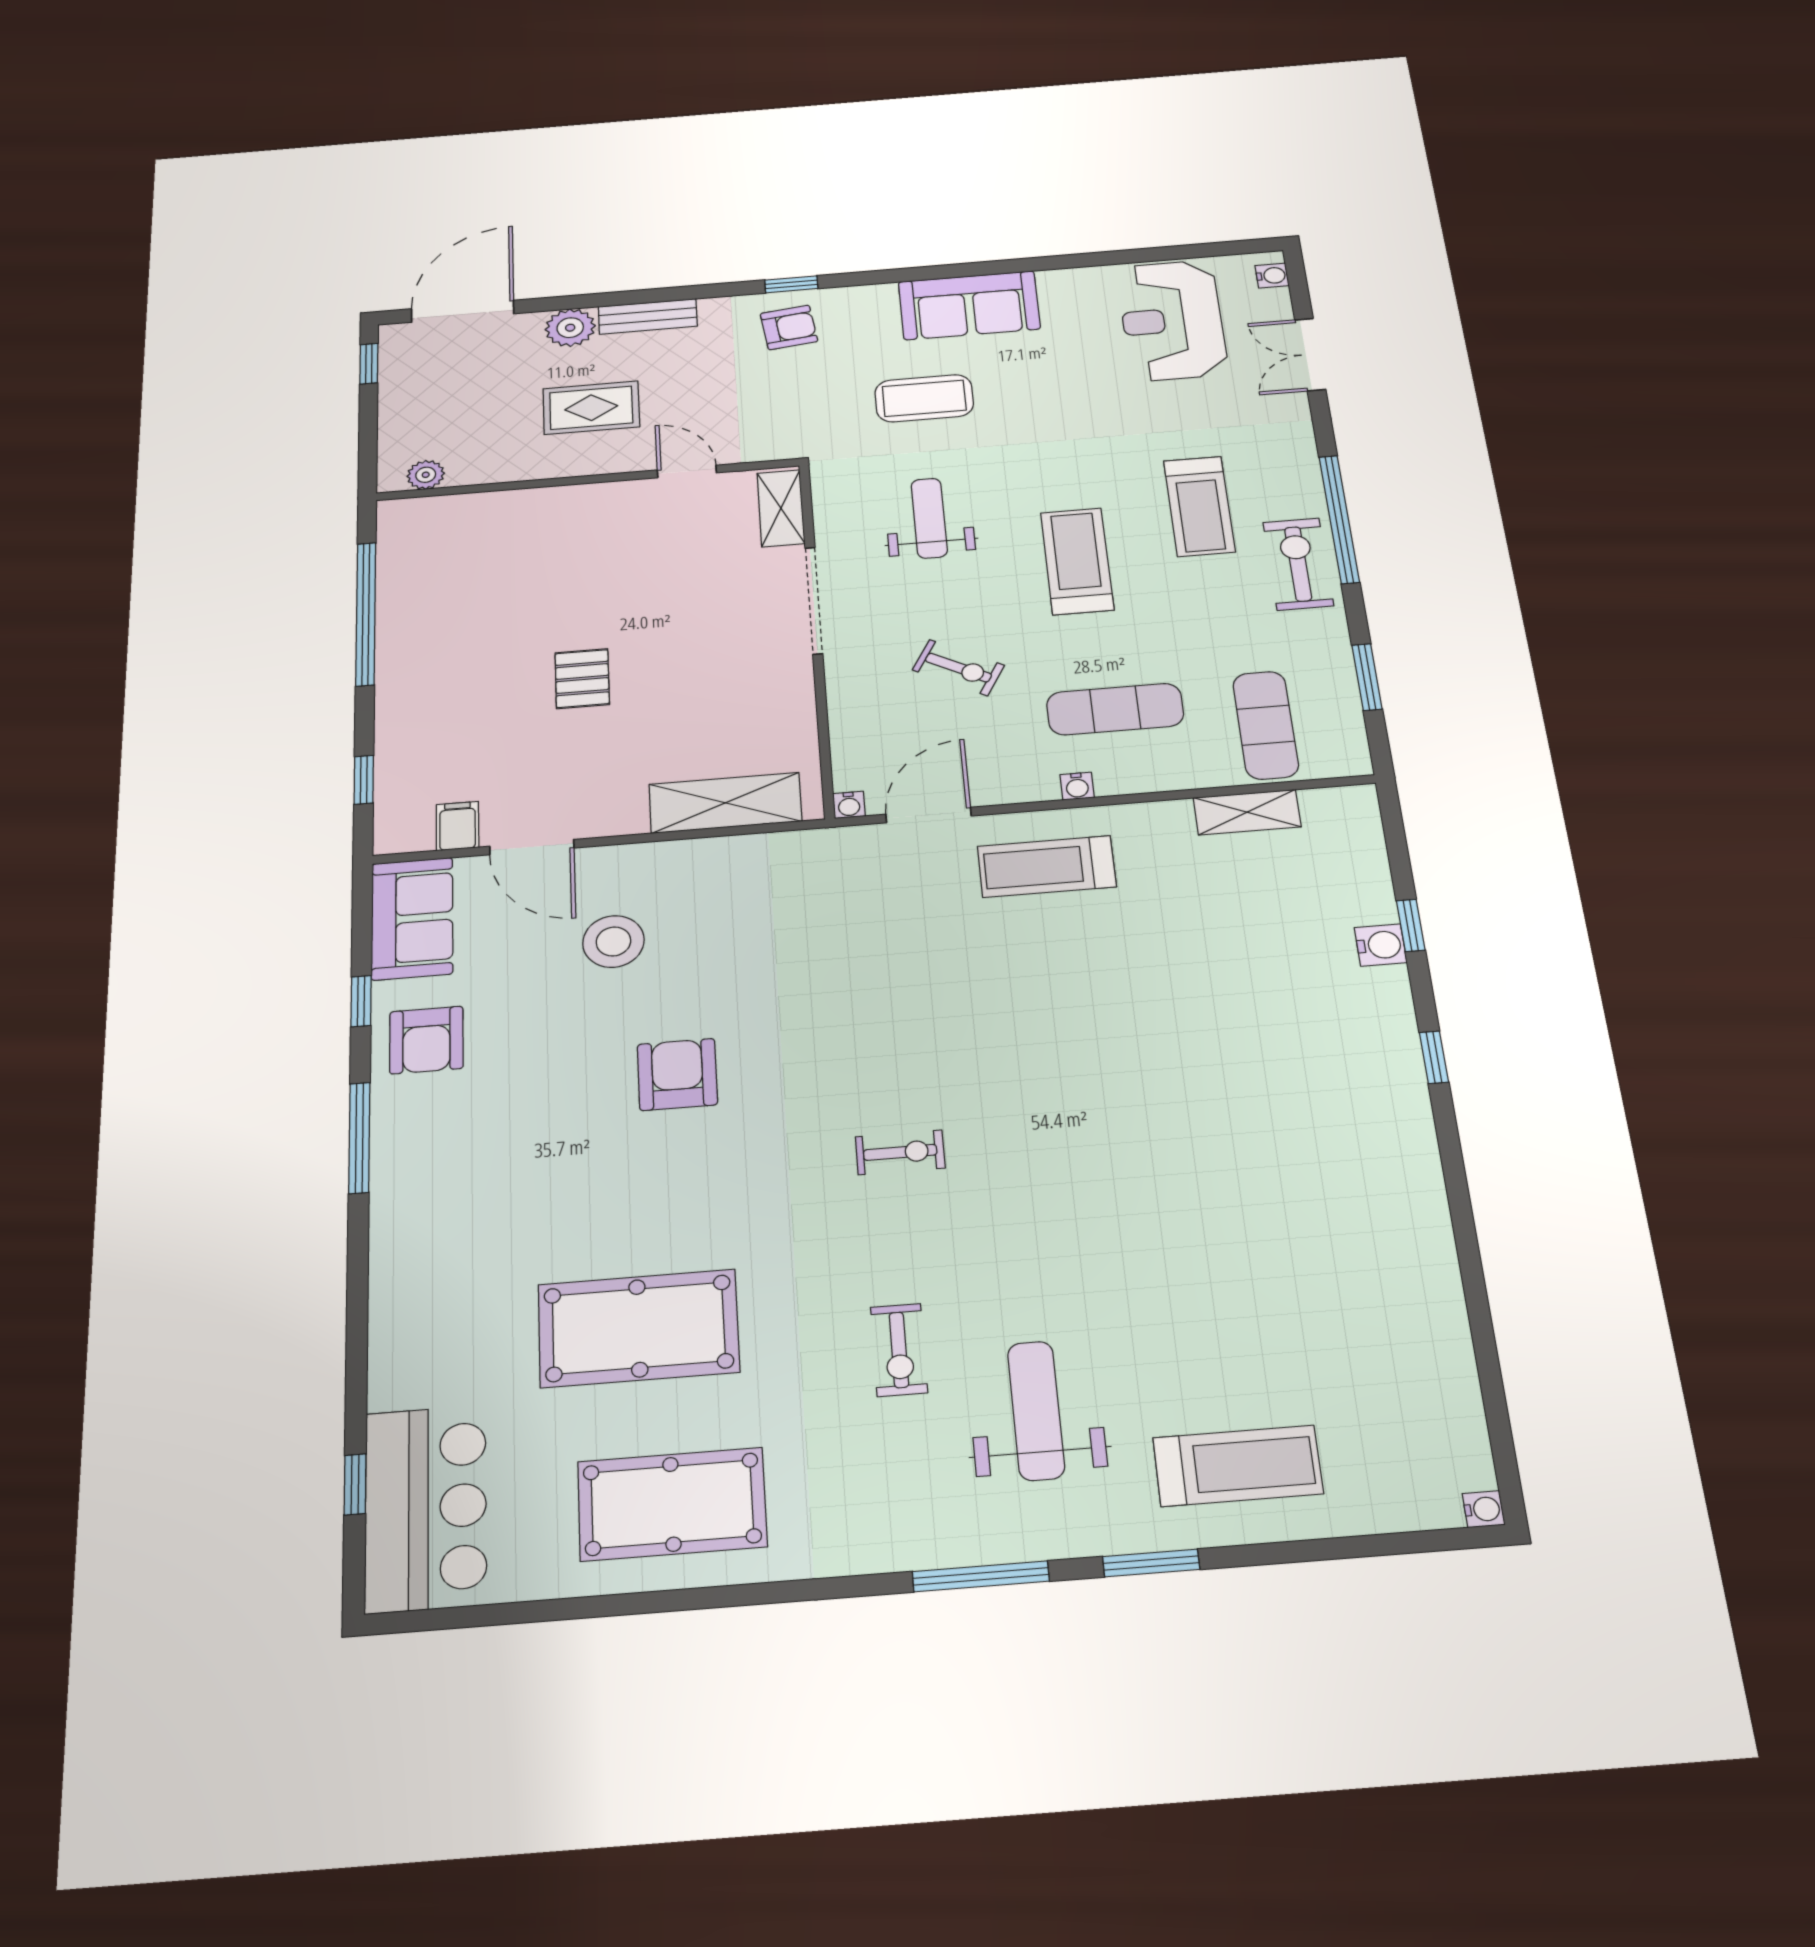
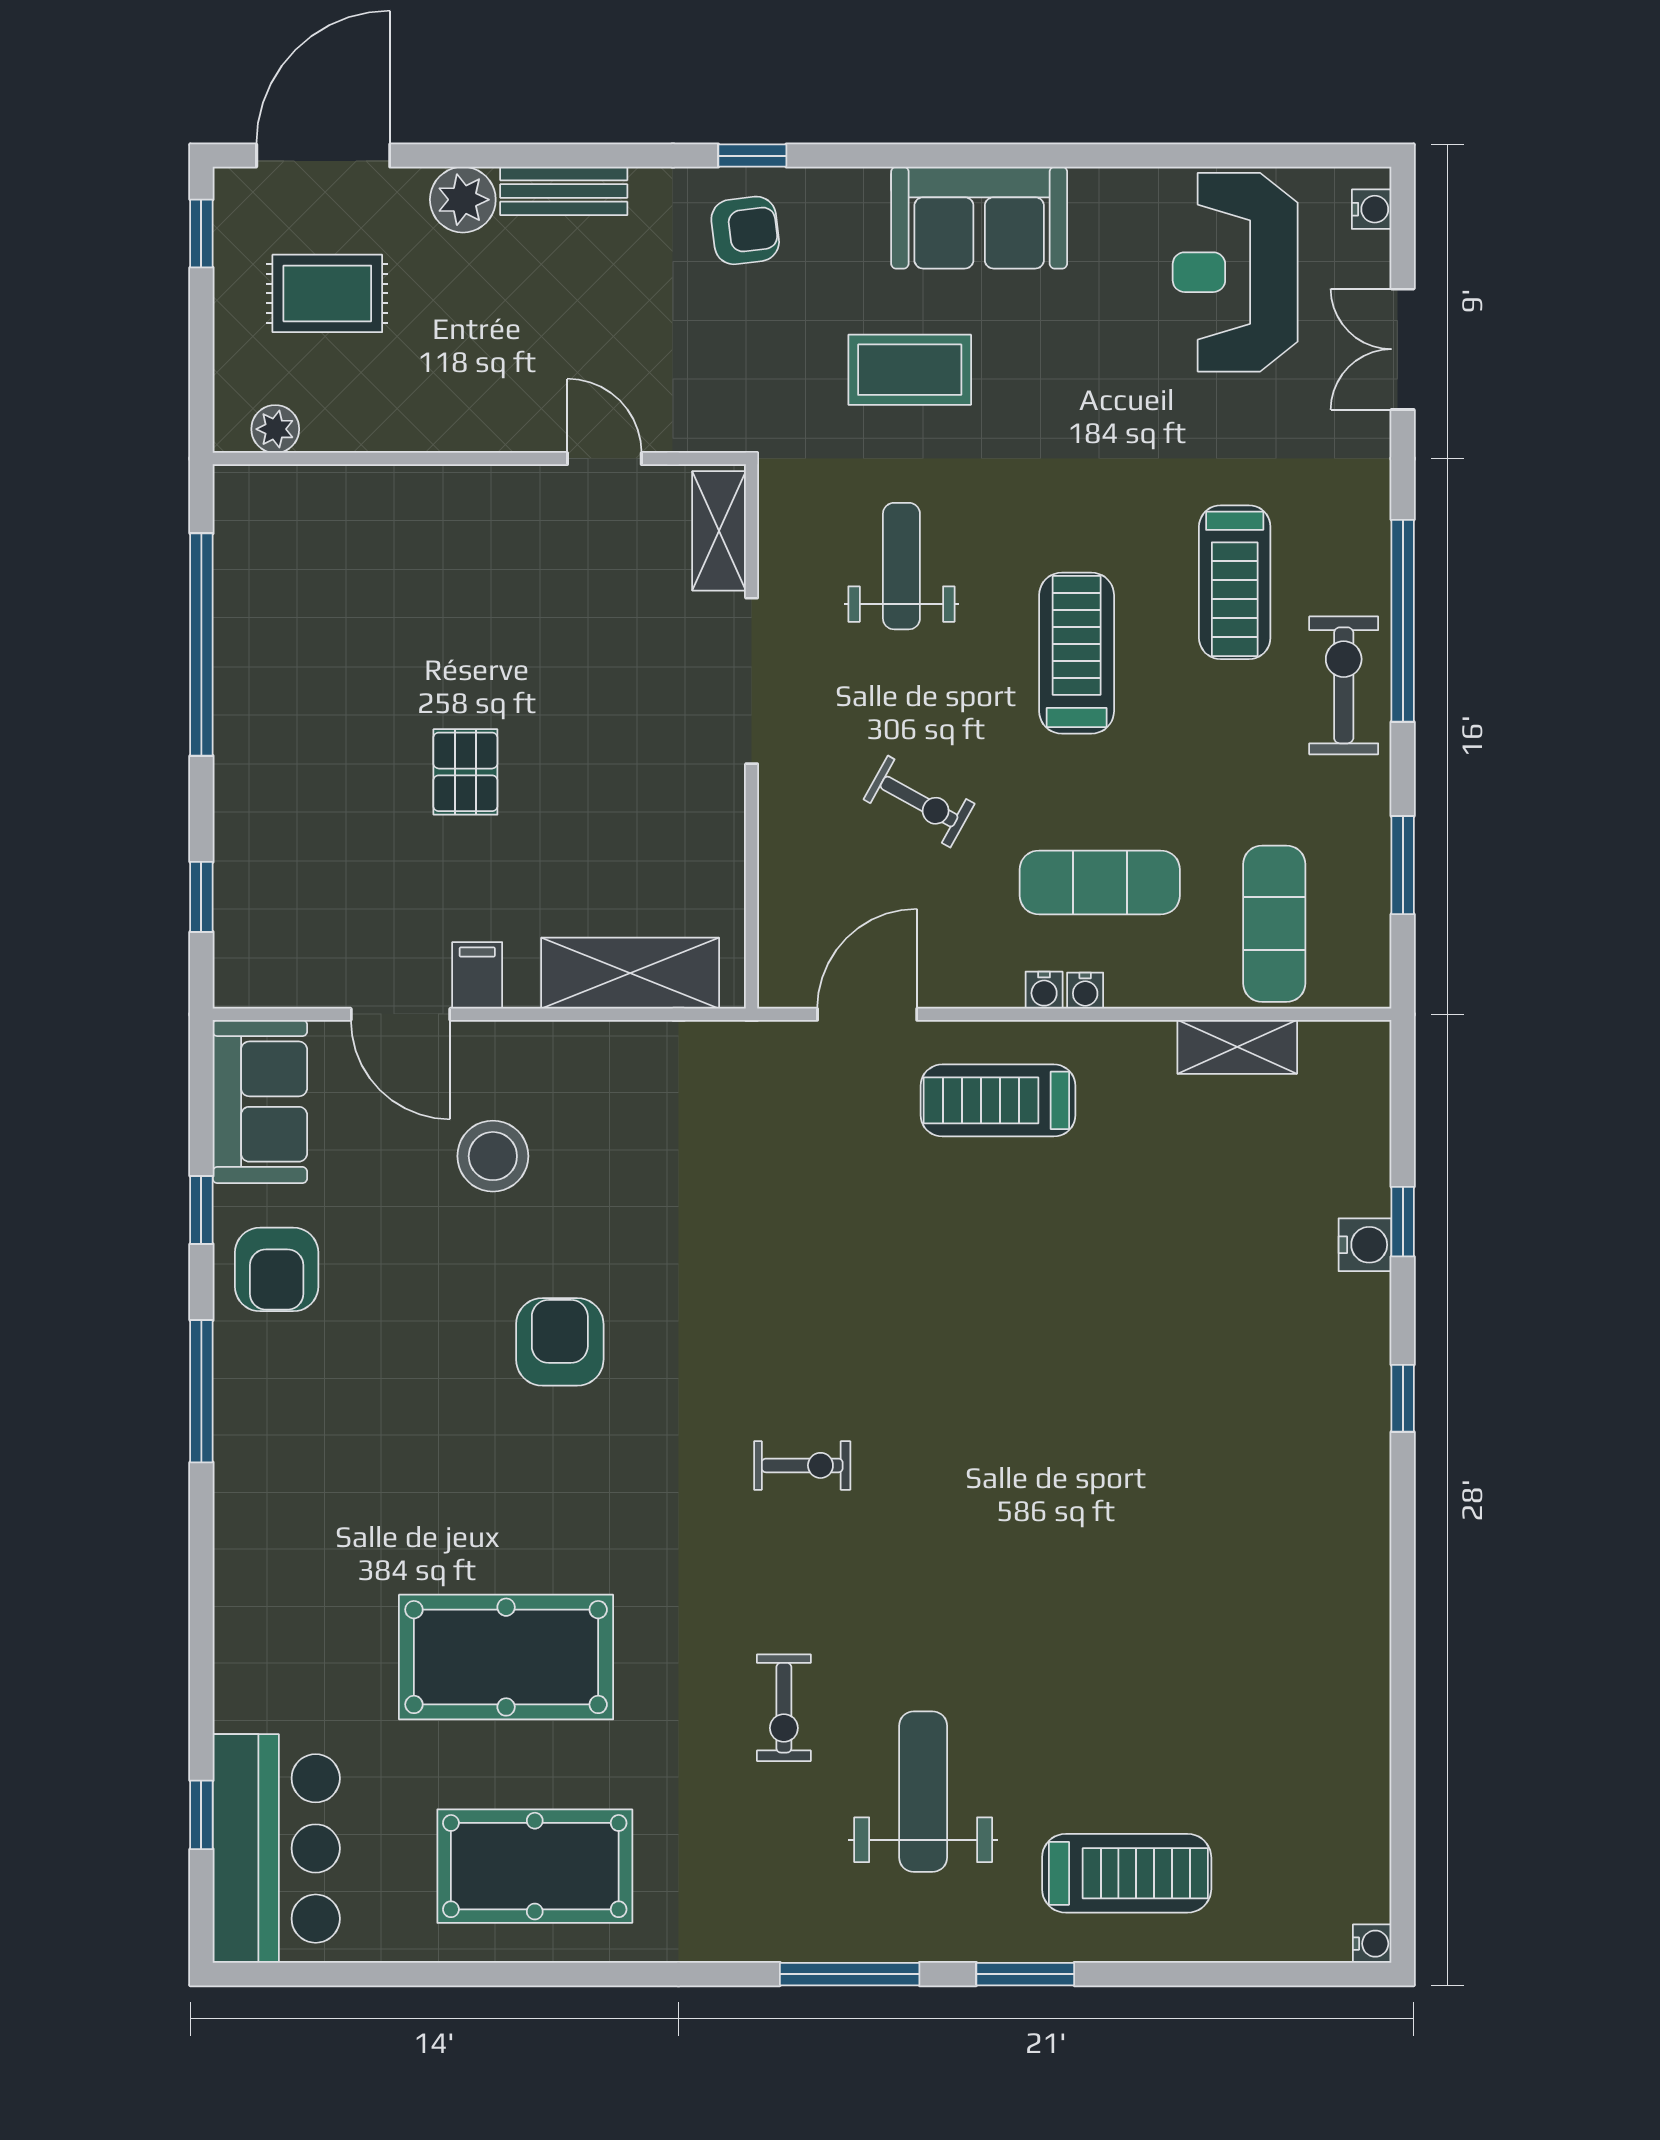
rug: (591, 408) -> (327, 293), moved
water cooler: (849, 805) -> (1085, 991), moved
filing cabinet: (458, 826) -> (477, 975), moved

